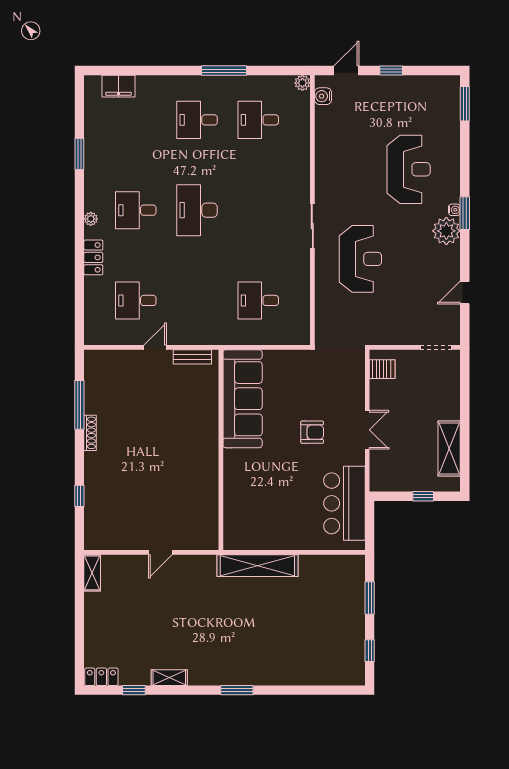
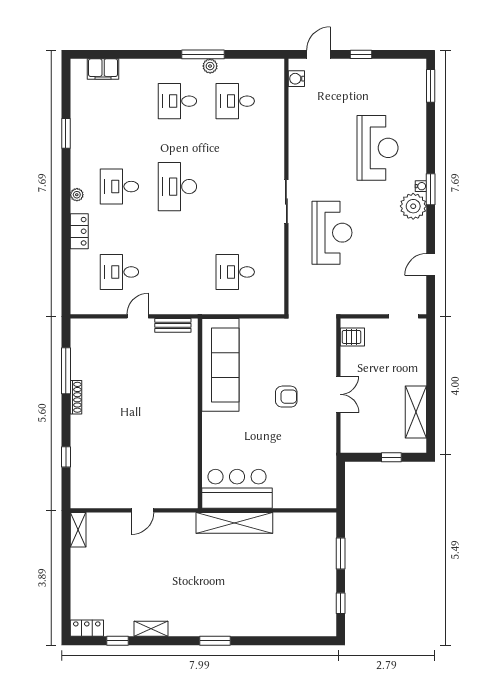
plant: (302, 83) -> (210, 66), moved
bar counter: (344, 503) -> (237, 489), moved, turned 90

